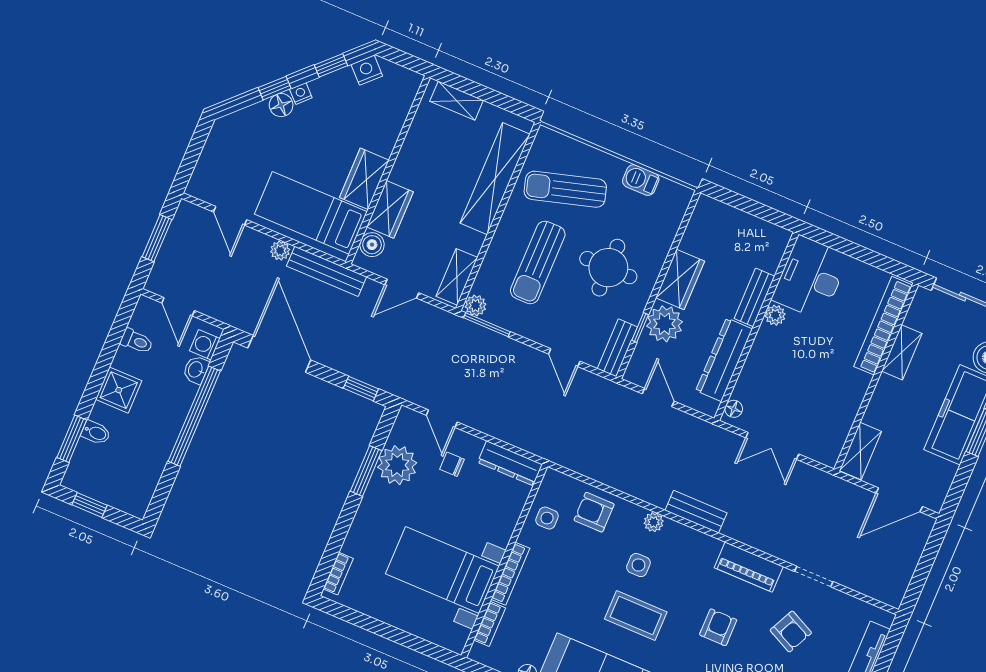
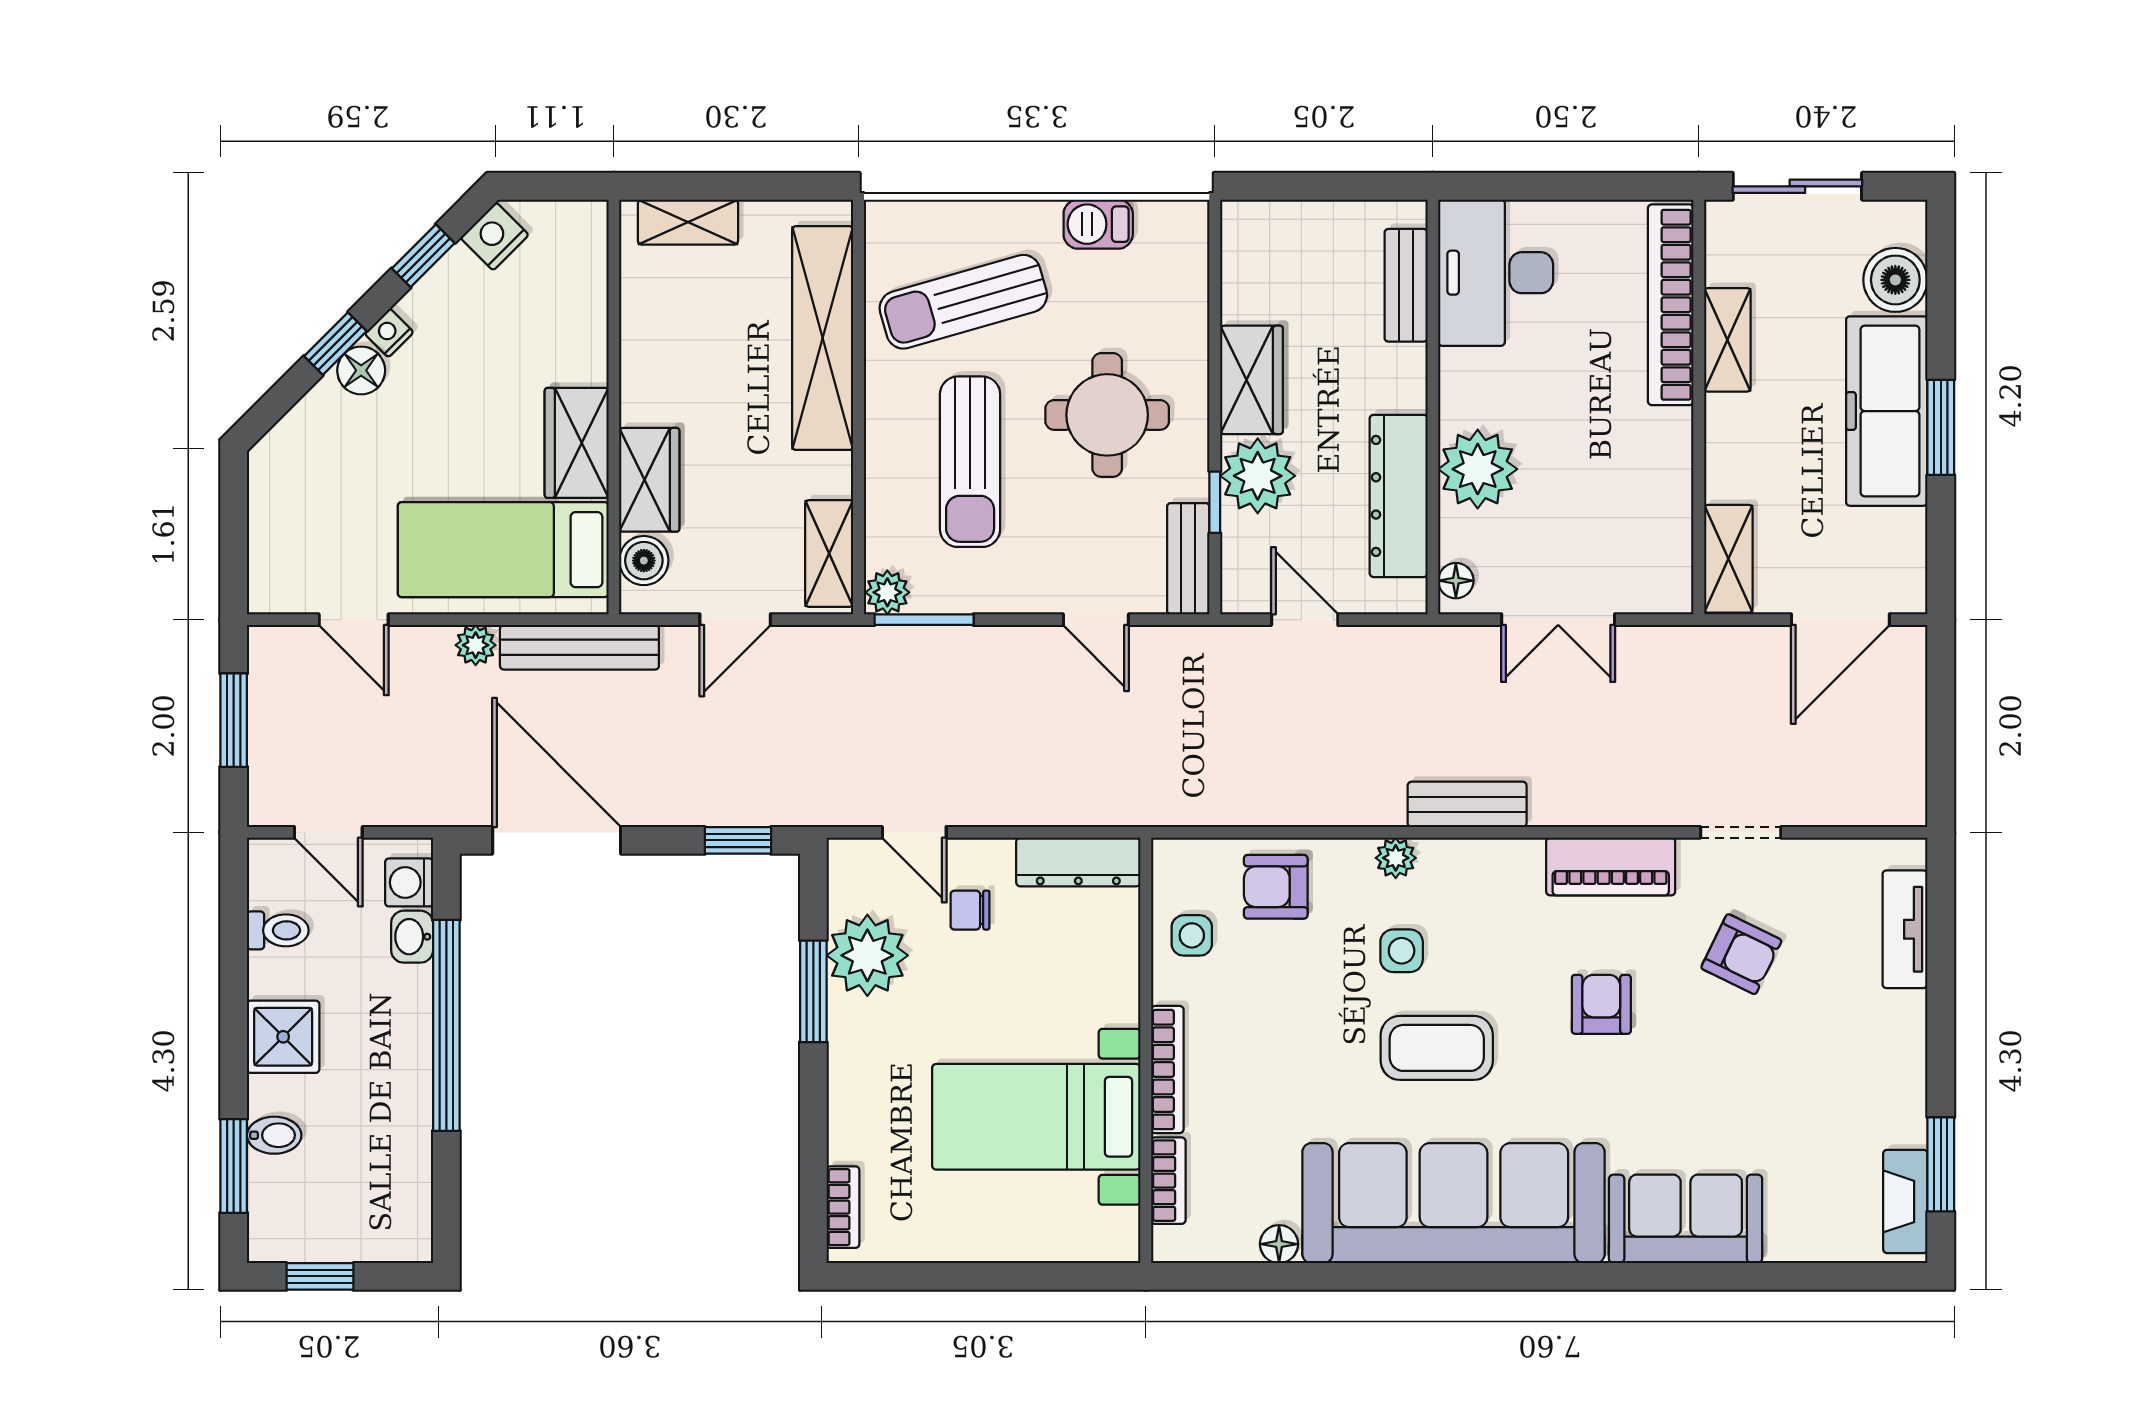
bench: (754, 297) -> (1406, 285), moved
plant: (775, 315) -> (1478, 469), moved, width x1.87, depth x1.87

